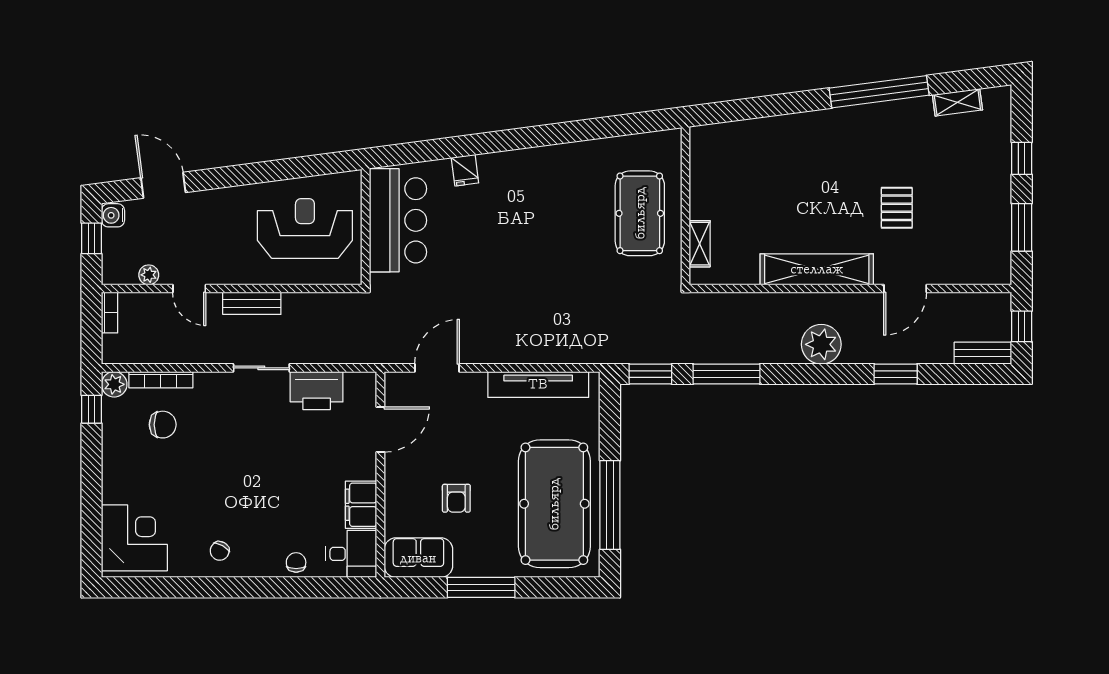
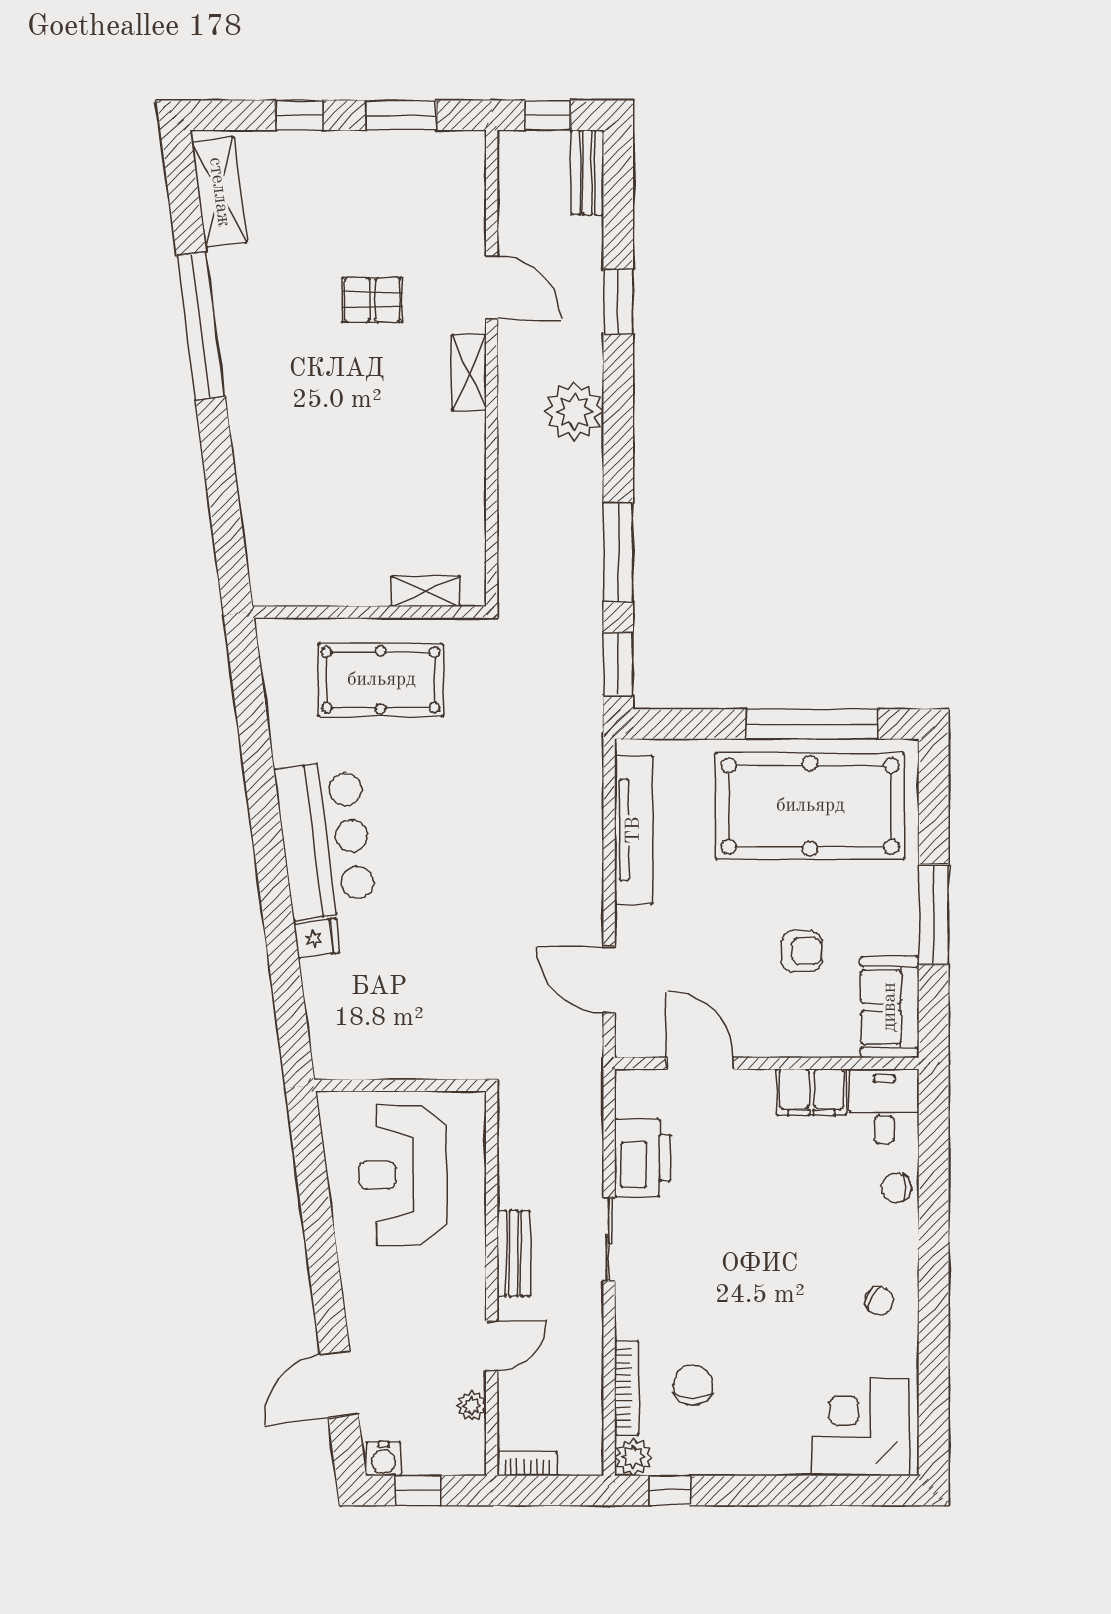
shelving: (957, 102) -> (219, 192), width x1.50, depth x1.33
bar counter: (398, 220) -> (325, 839), moved, turned 83
shelving: (817, 269) -> (469, 372), width x0.45, depth x0.75

